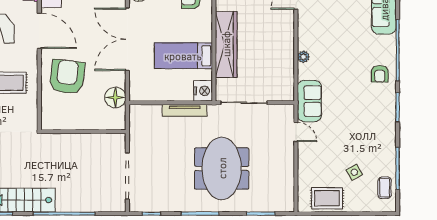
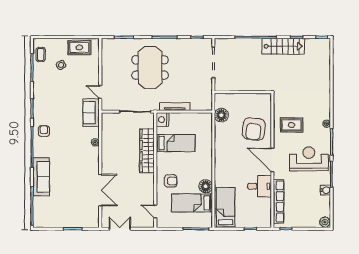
double door: (127, 39) -> (213, 154), removed

